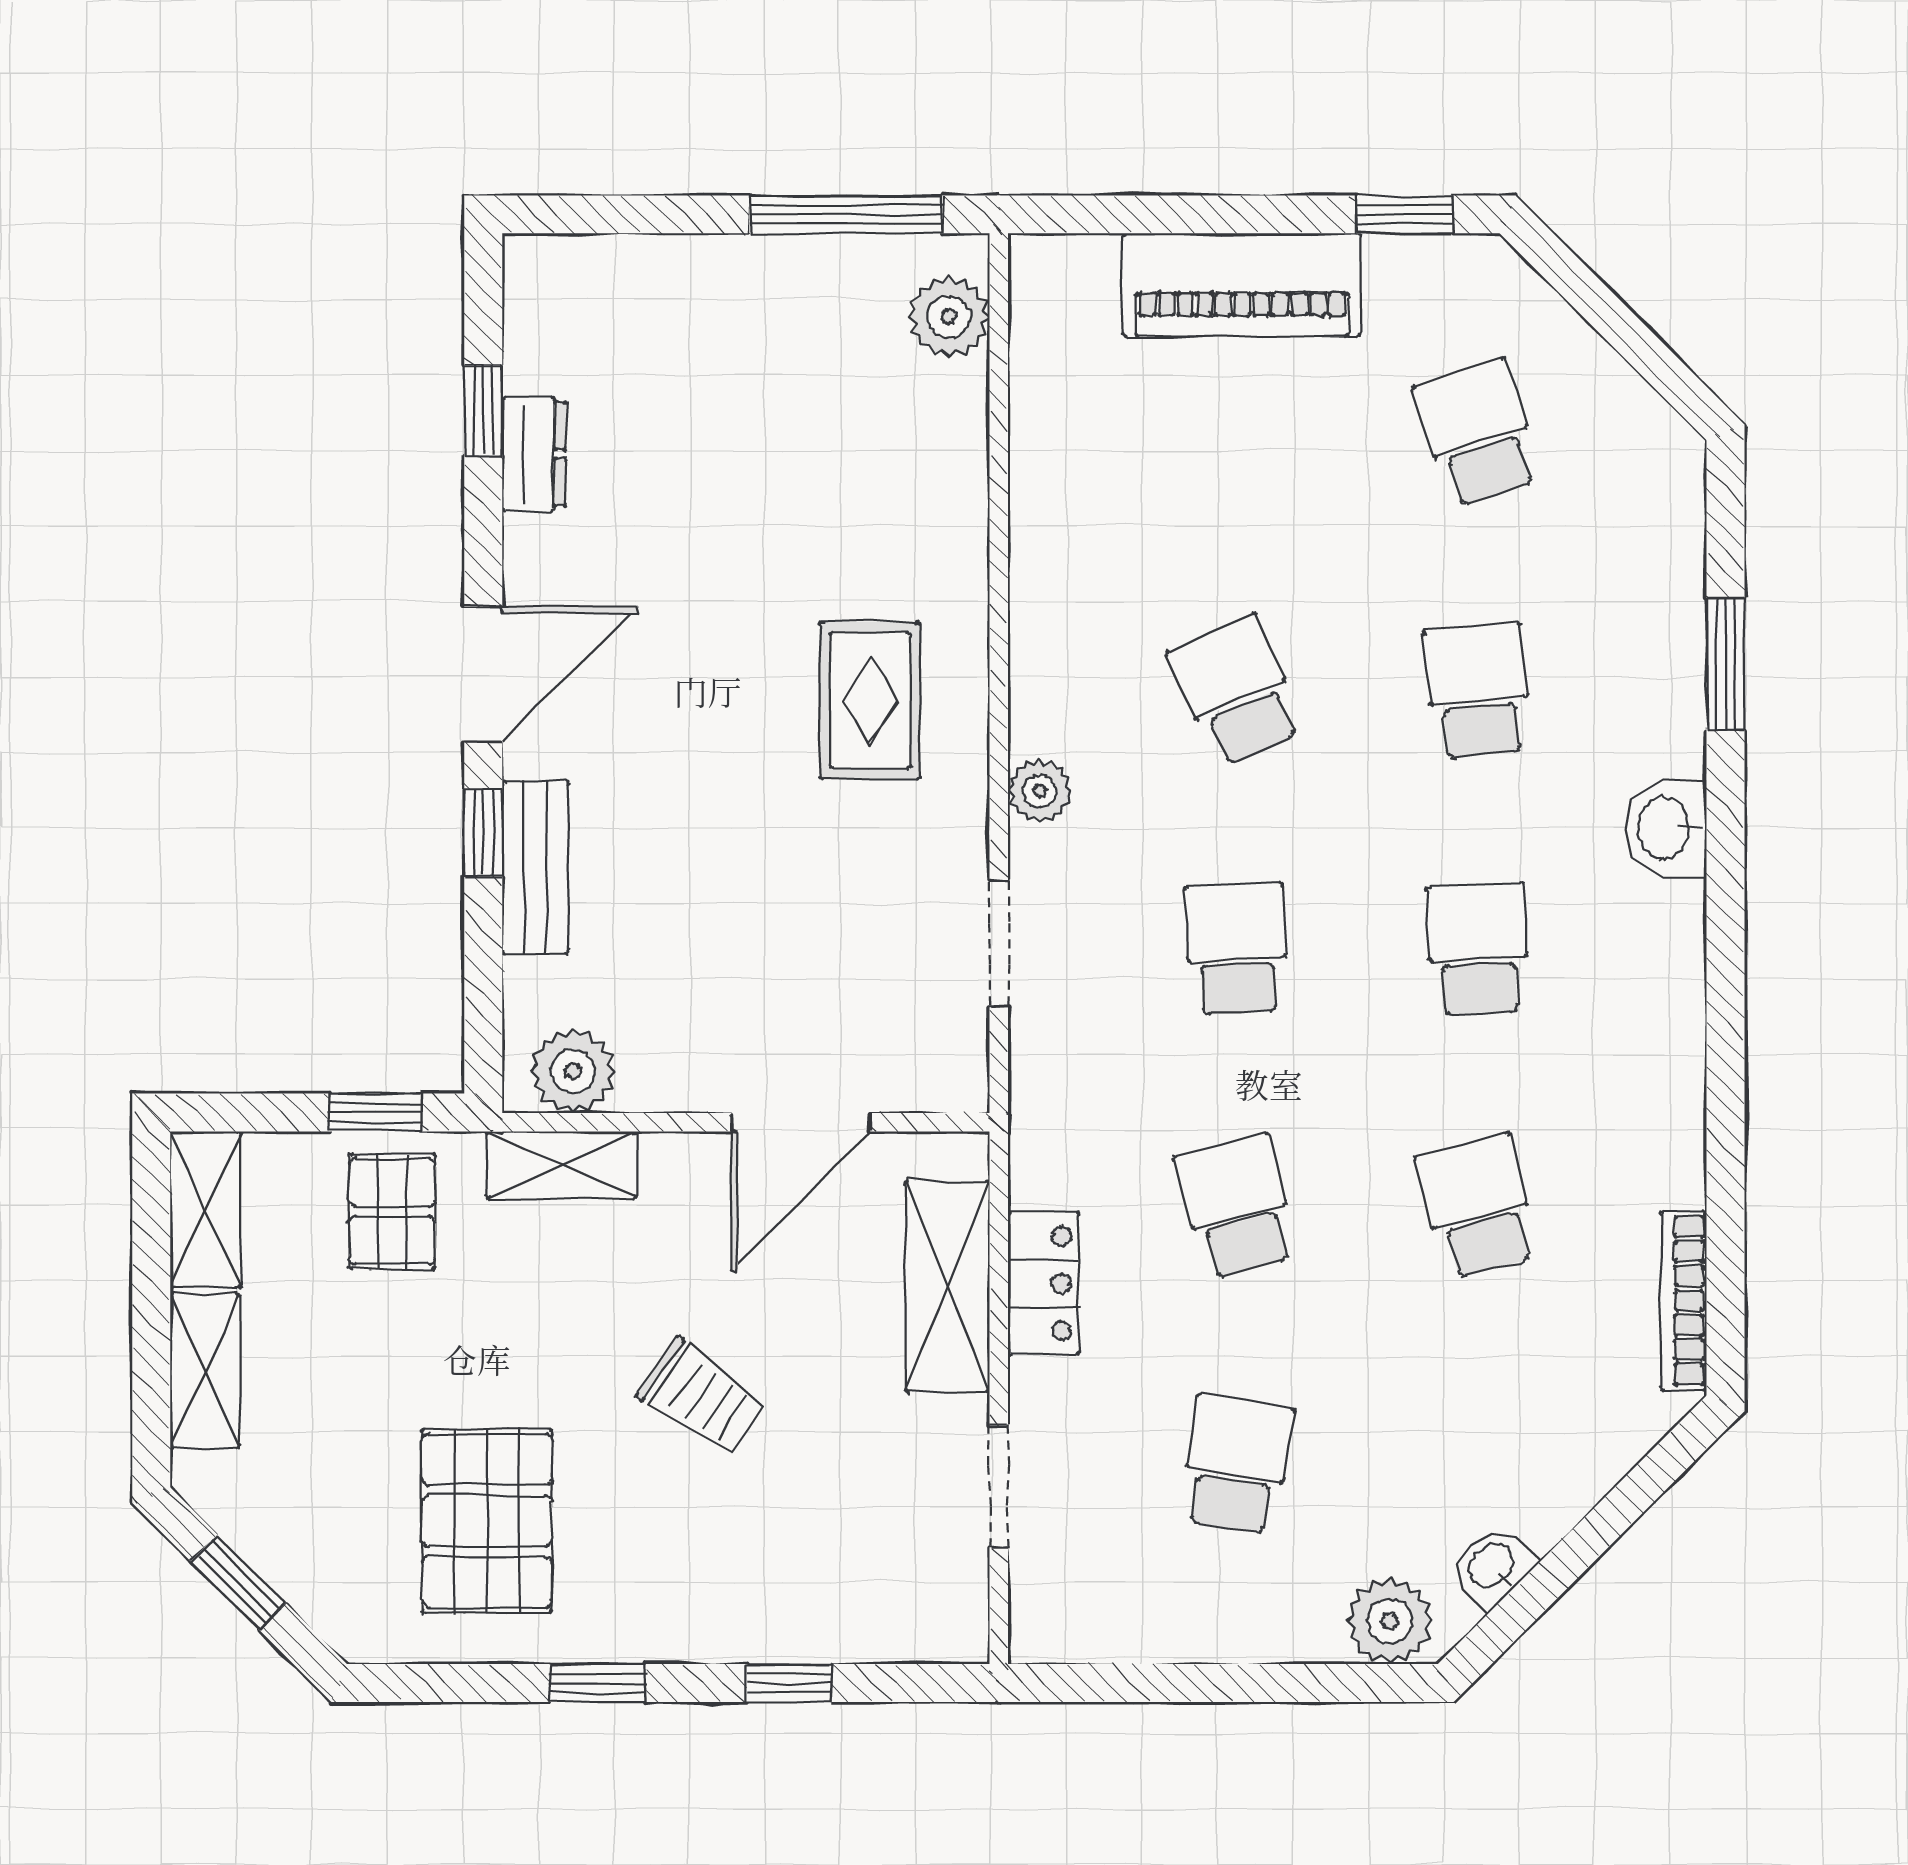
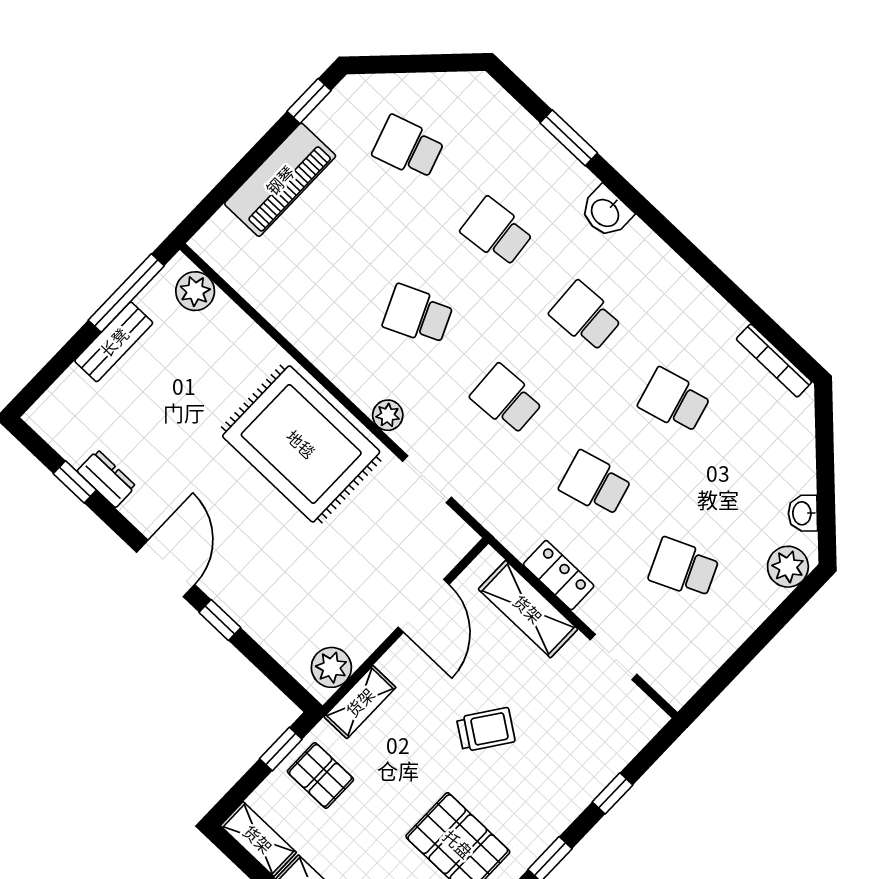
rug: (870, 701) -> (301, 444), width x1.86, depth x2.06
bench: (535, 867) -> (114, 342), moved, turned 90
school desk: (1236, 1464) -> (684, 568), turned -33

